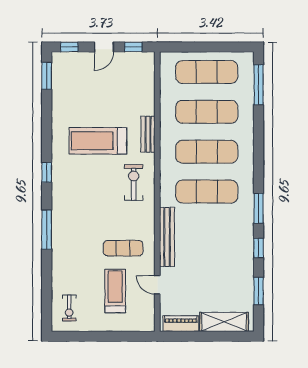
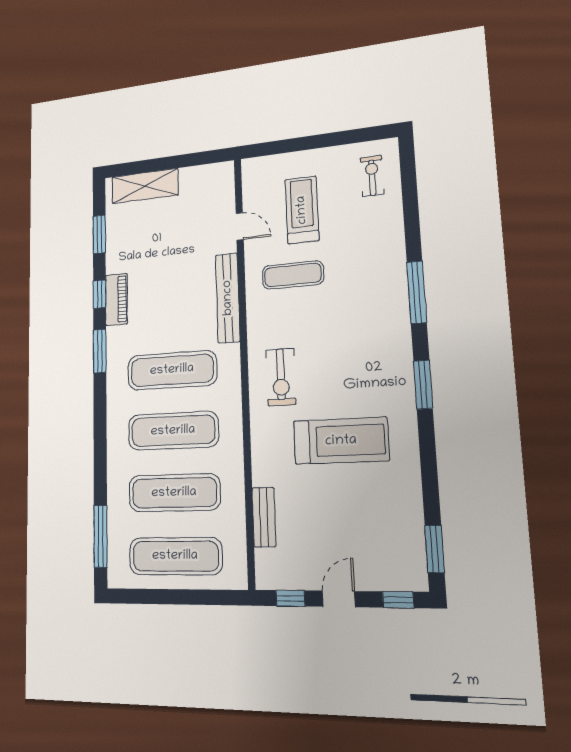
bench: (148, 134) -> (264, 517), moved
window: (47, 172) -> (423, 385), width x1.50
treadmill: (115, 291) -> (302, 210), turned 180
piano: (181, 324) -> (116, 299), moved, turned -90

